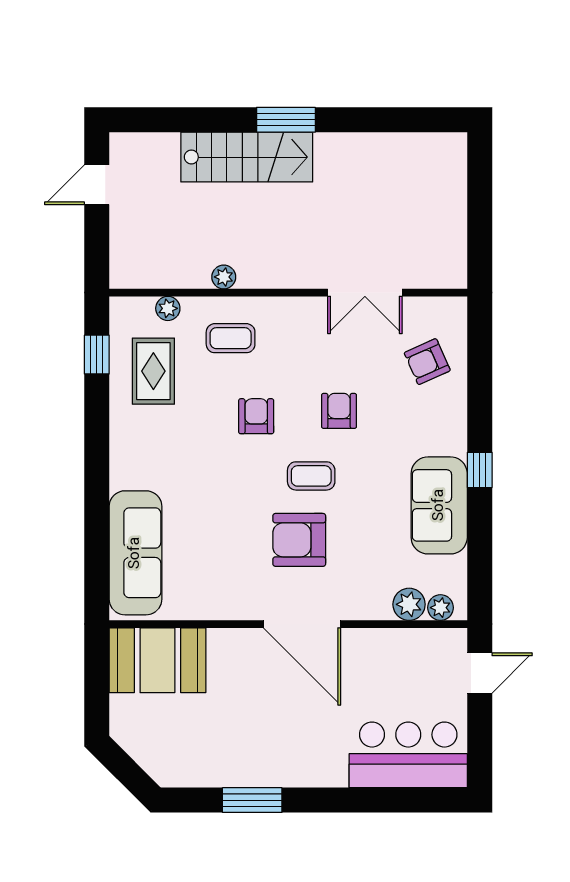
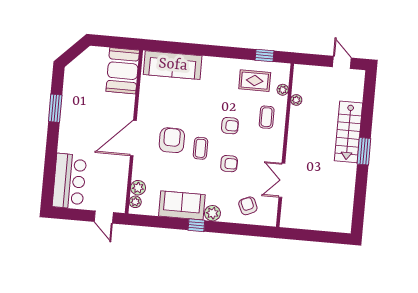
plant: (224, 277) -> (296, 100), moved
plant: (450, 437) -> (212, 213), added

